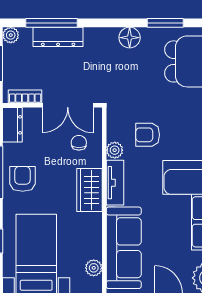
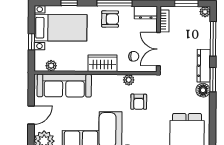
window: (165, 23) -> (213, 80), moved
dresser: (58, 37) -> (204, 66), moved
armchair: (148, 135) -> (139, 102), turned 180
tv unit: (115, 183) -> (107, 80), removed

